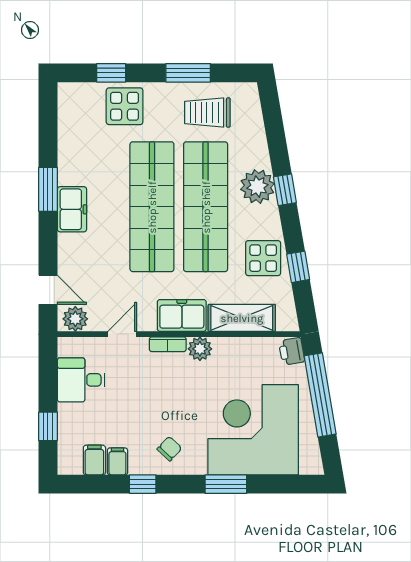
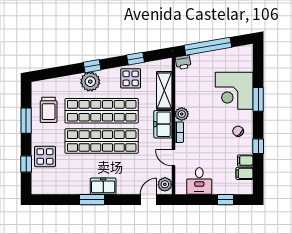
corner desk: (253, 430) -> (234, 91), width x0.74, depth x0.74

